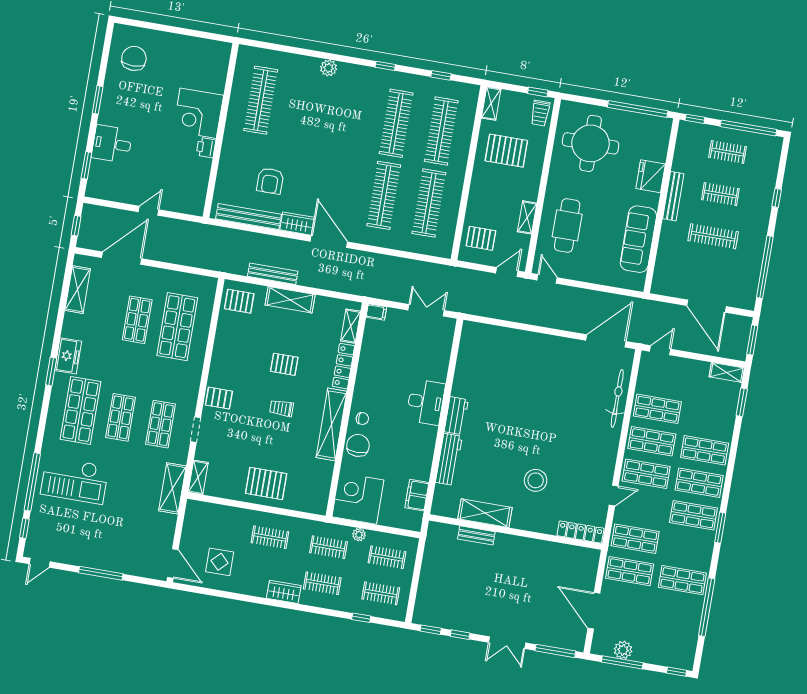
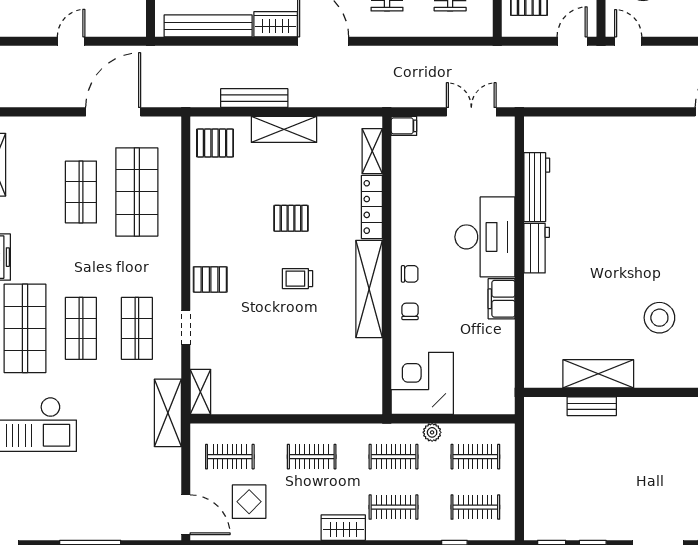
door: (122, 258) -> (113, 112), moved
desk: (426, 402) -> (485, 237), width x1.36, depth x1.30
chair: (358, 445) -> (410, 311), width x0.54, depth x0.54
workbench: (449, 459) -> (537, 187), moved
pallet: (266, 483) -> (294, 384), removed
filing cabinet: (417, 495) -> (502, 299), moved
clothes rail: (211, 527) -> (230, 457), added

